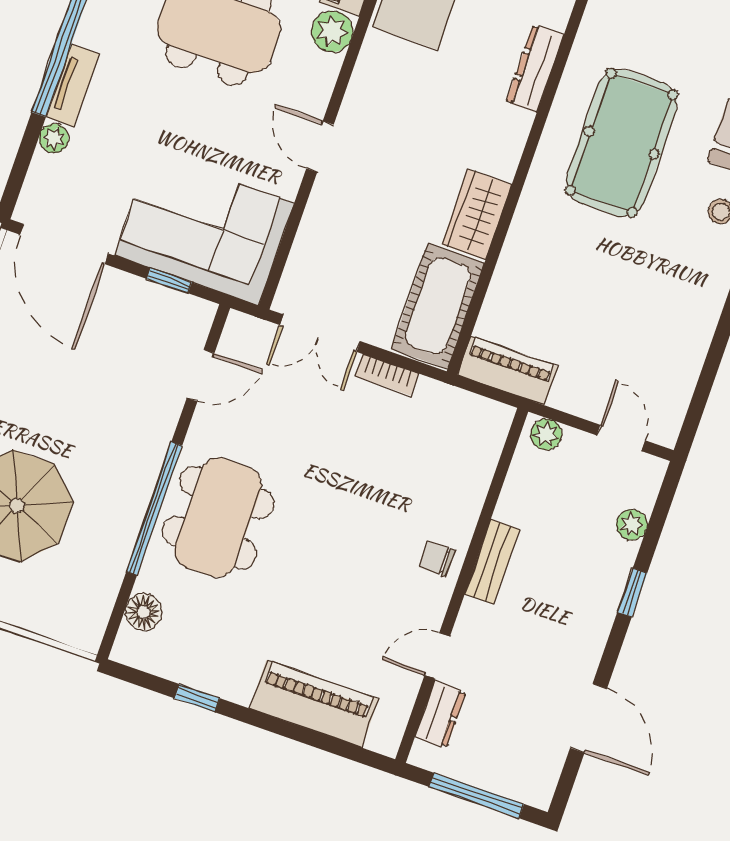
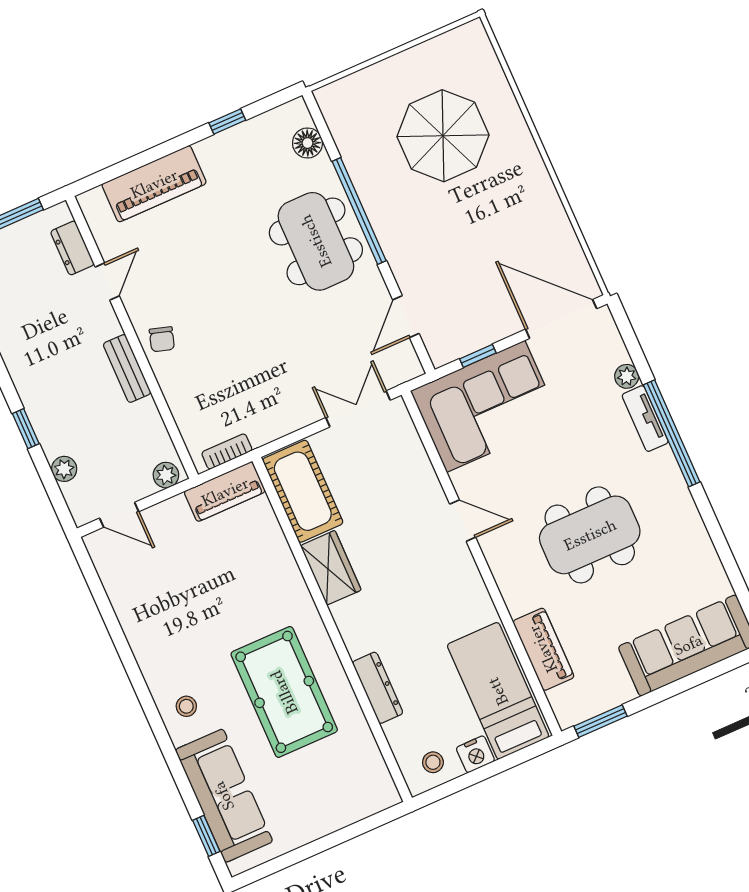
plant: (332, 31) -> (520, 596), removed
bookcase: (387, 375) -> (227, 451), moved
chair: (437, 559) -> (162, 339), turned 107

